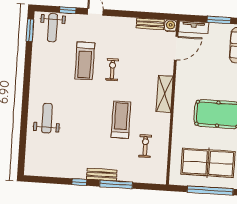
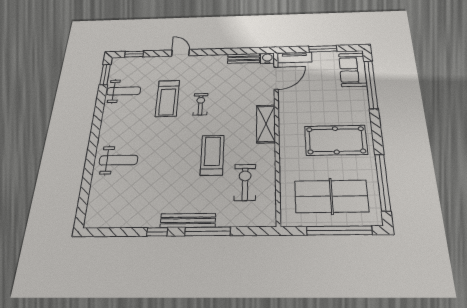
window: (68, 10) -> (134, 54), moved
weight bench: (52, 28) -> (124, 91), moved, turned -90
weight bench: (47, 118) -> (118, 160), turned 90
exercise bike: (145, 146) -> (245, 182), width x1.38, depth x1.39
bench: (102, 175) -> (188, 220), width x1.36

